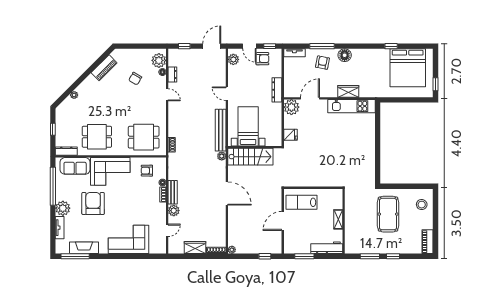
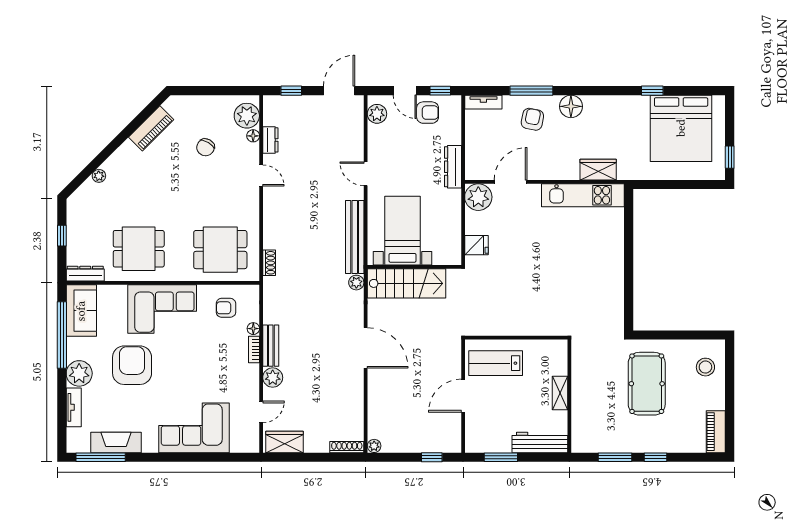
wardrobe: (348, 91) -> (598, 170), moved
sofa: (75, 166) -> (81, 311), moved, turned -90
wardrobe: (195, 248) -> (285, 442), moved

